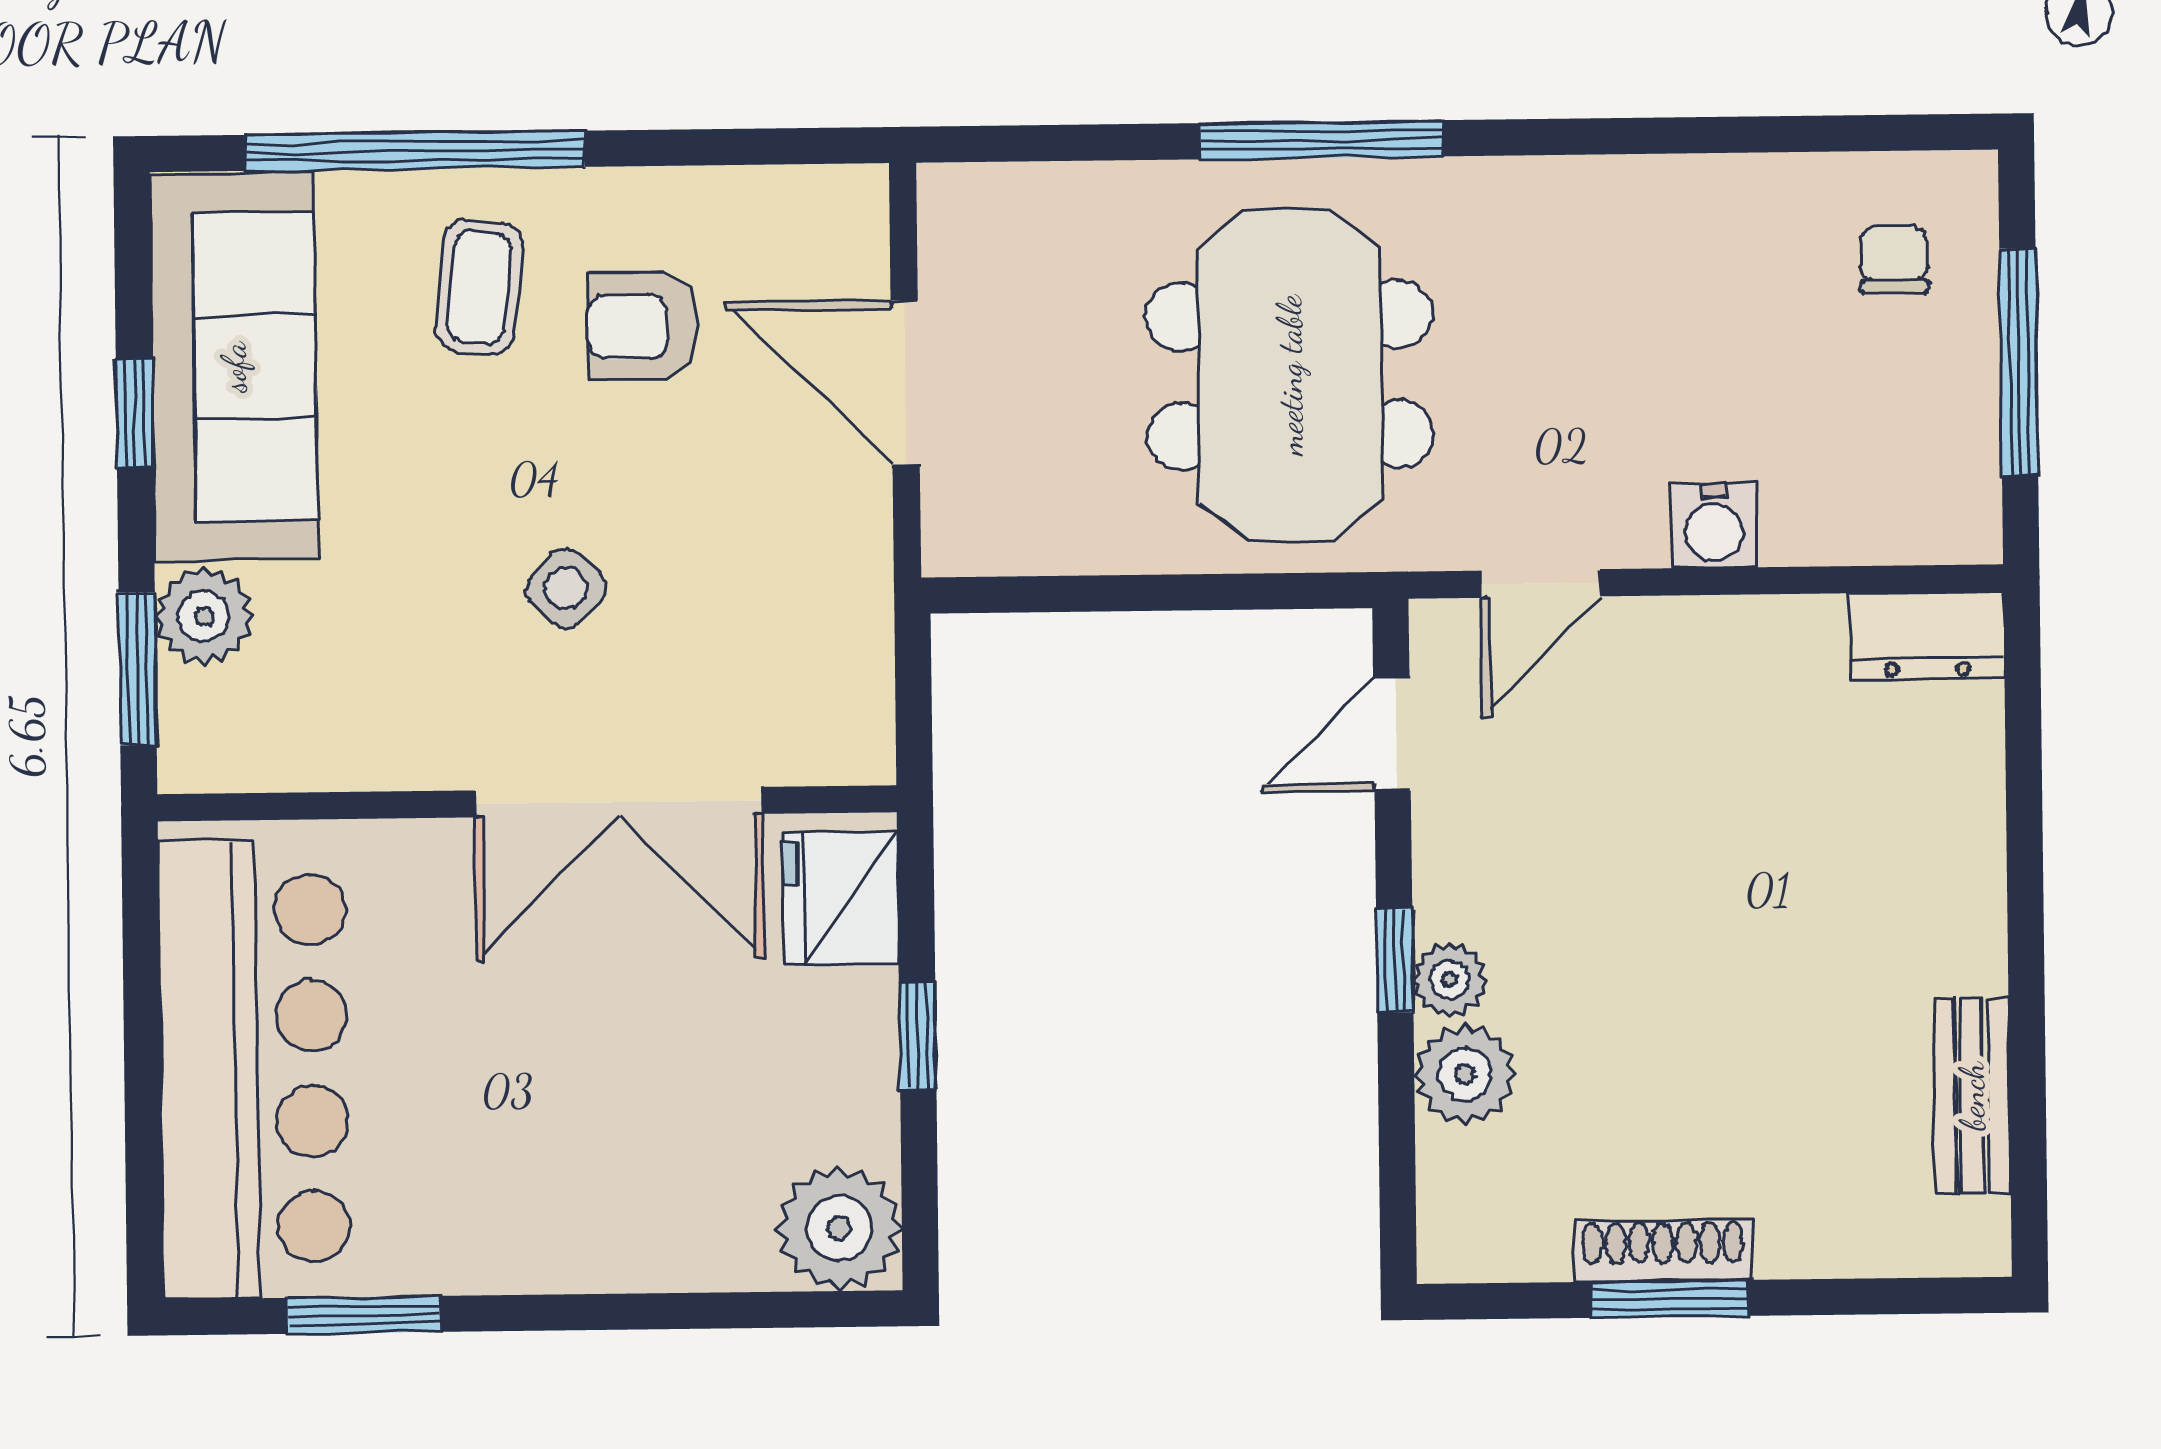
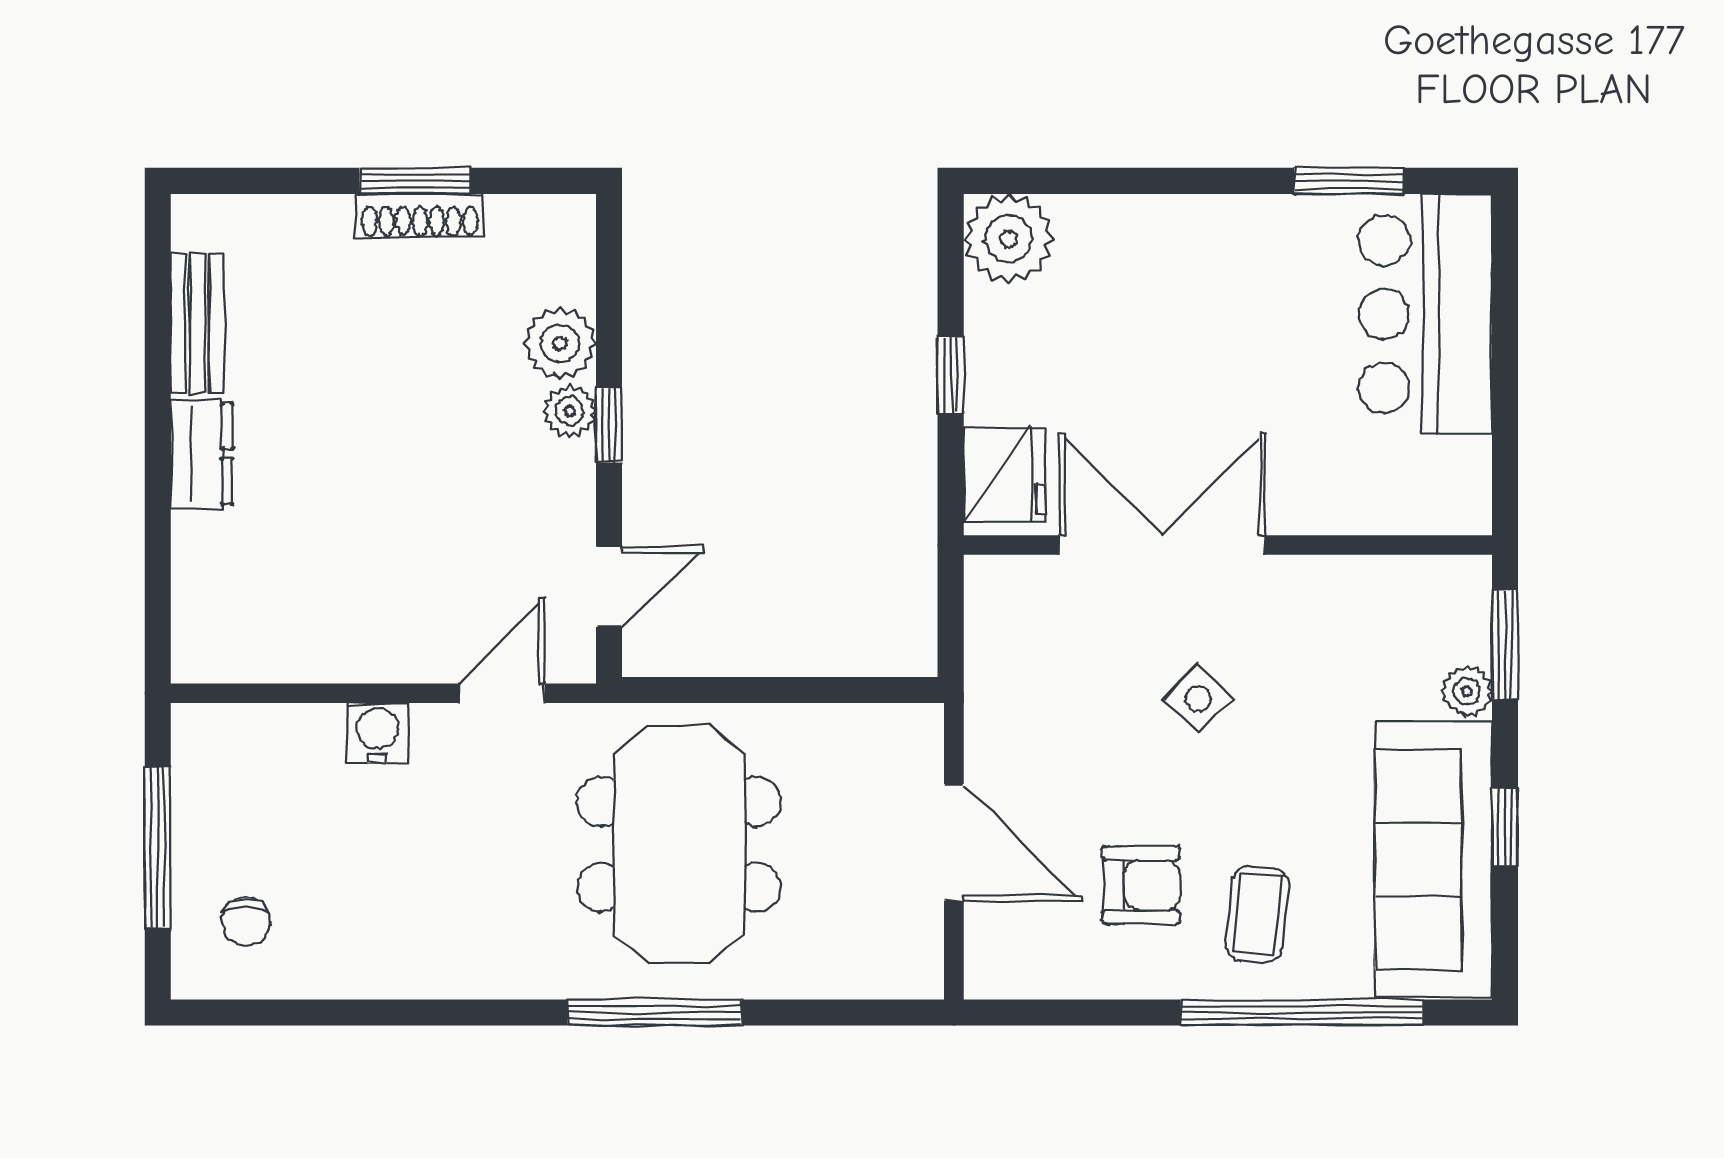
plant: (204, 616) -> (1467, 691), width x0.73, depth x0.73
dresser: (1927, 636) -> (202, 454), moved, turned 90
bar counter: (254, 1069) -> (1425, 314), width x0.73

